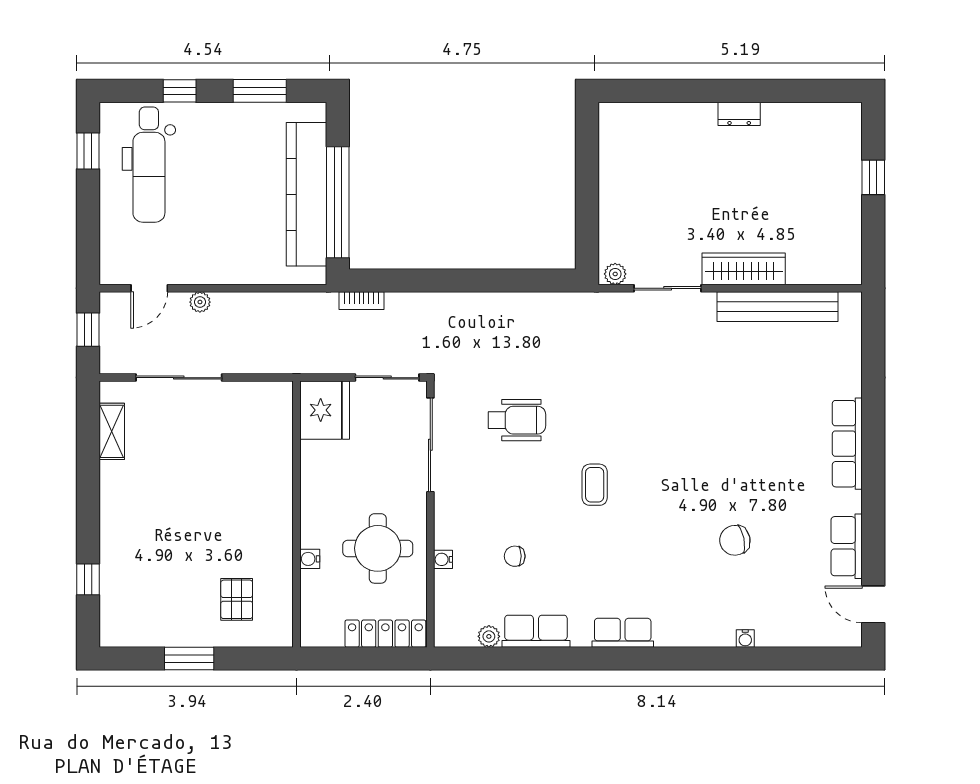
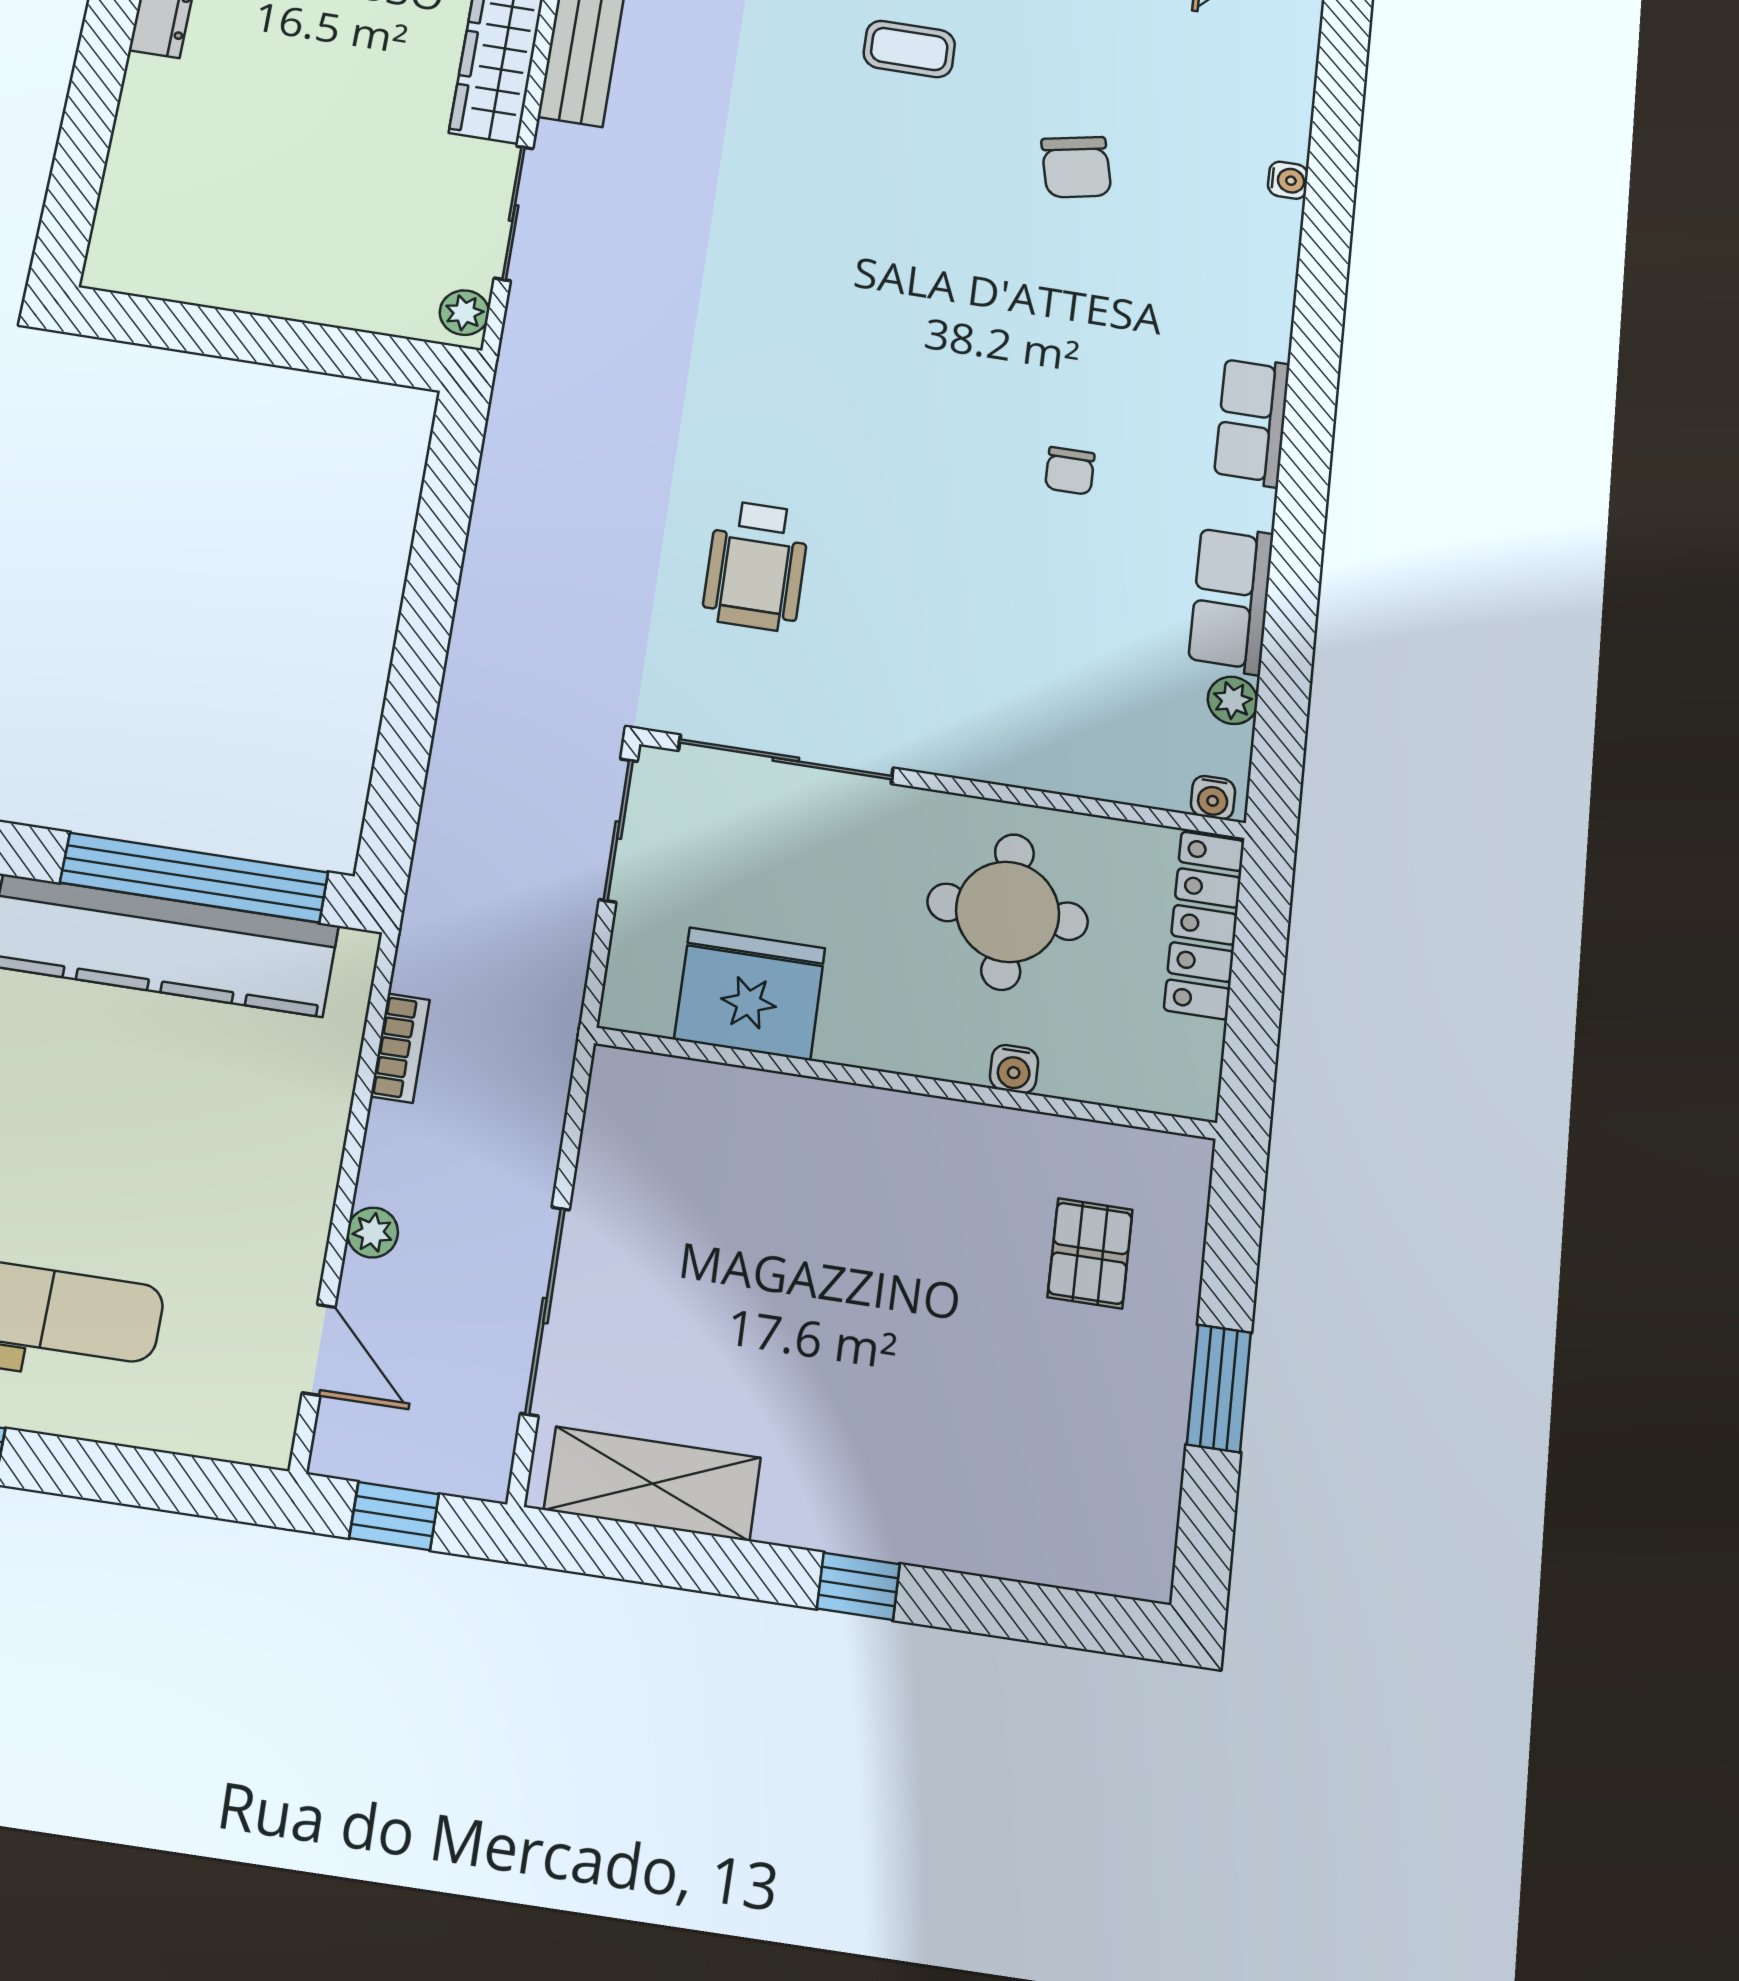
bookcase: (361, 301) -> (400, 1048), moved
fridge: (325, 410) -> (750, 994), moved
wheelchair: (517, 420) -> (756, 566), turned 180
shelving: (112, 431) -> (652, 1484), width x1.50, depth x1.33
coffee table: (595, 485) -> (909, 49), moved
chair: (515, 556) -> (1070, 471), moved
water cooler: (443, 559) -> (1213, 798), moved
window: (88, 579) -> (858, 1586), moved
pallet: (237, 599) -> (1090, 1253), turned 90

